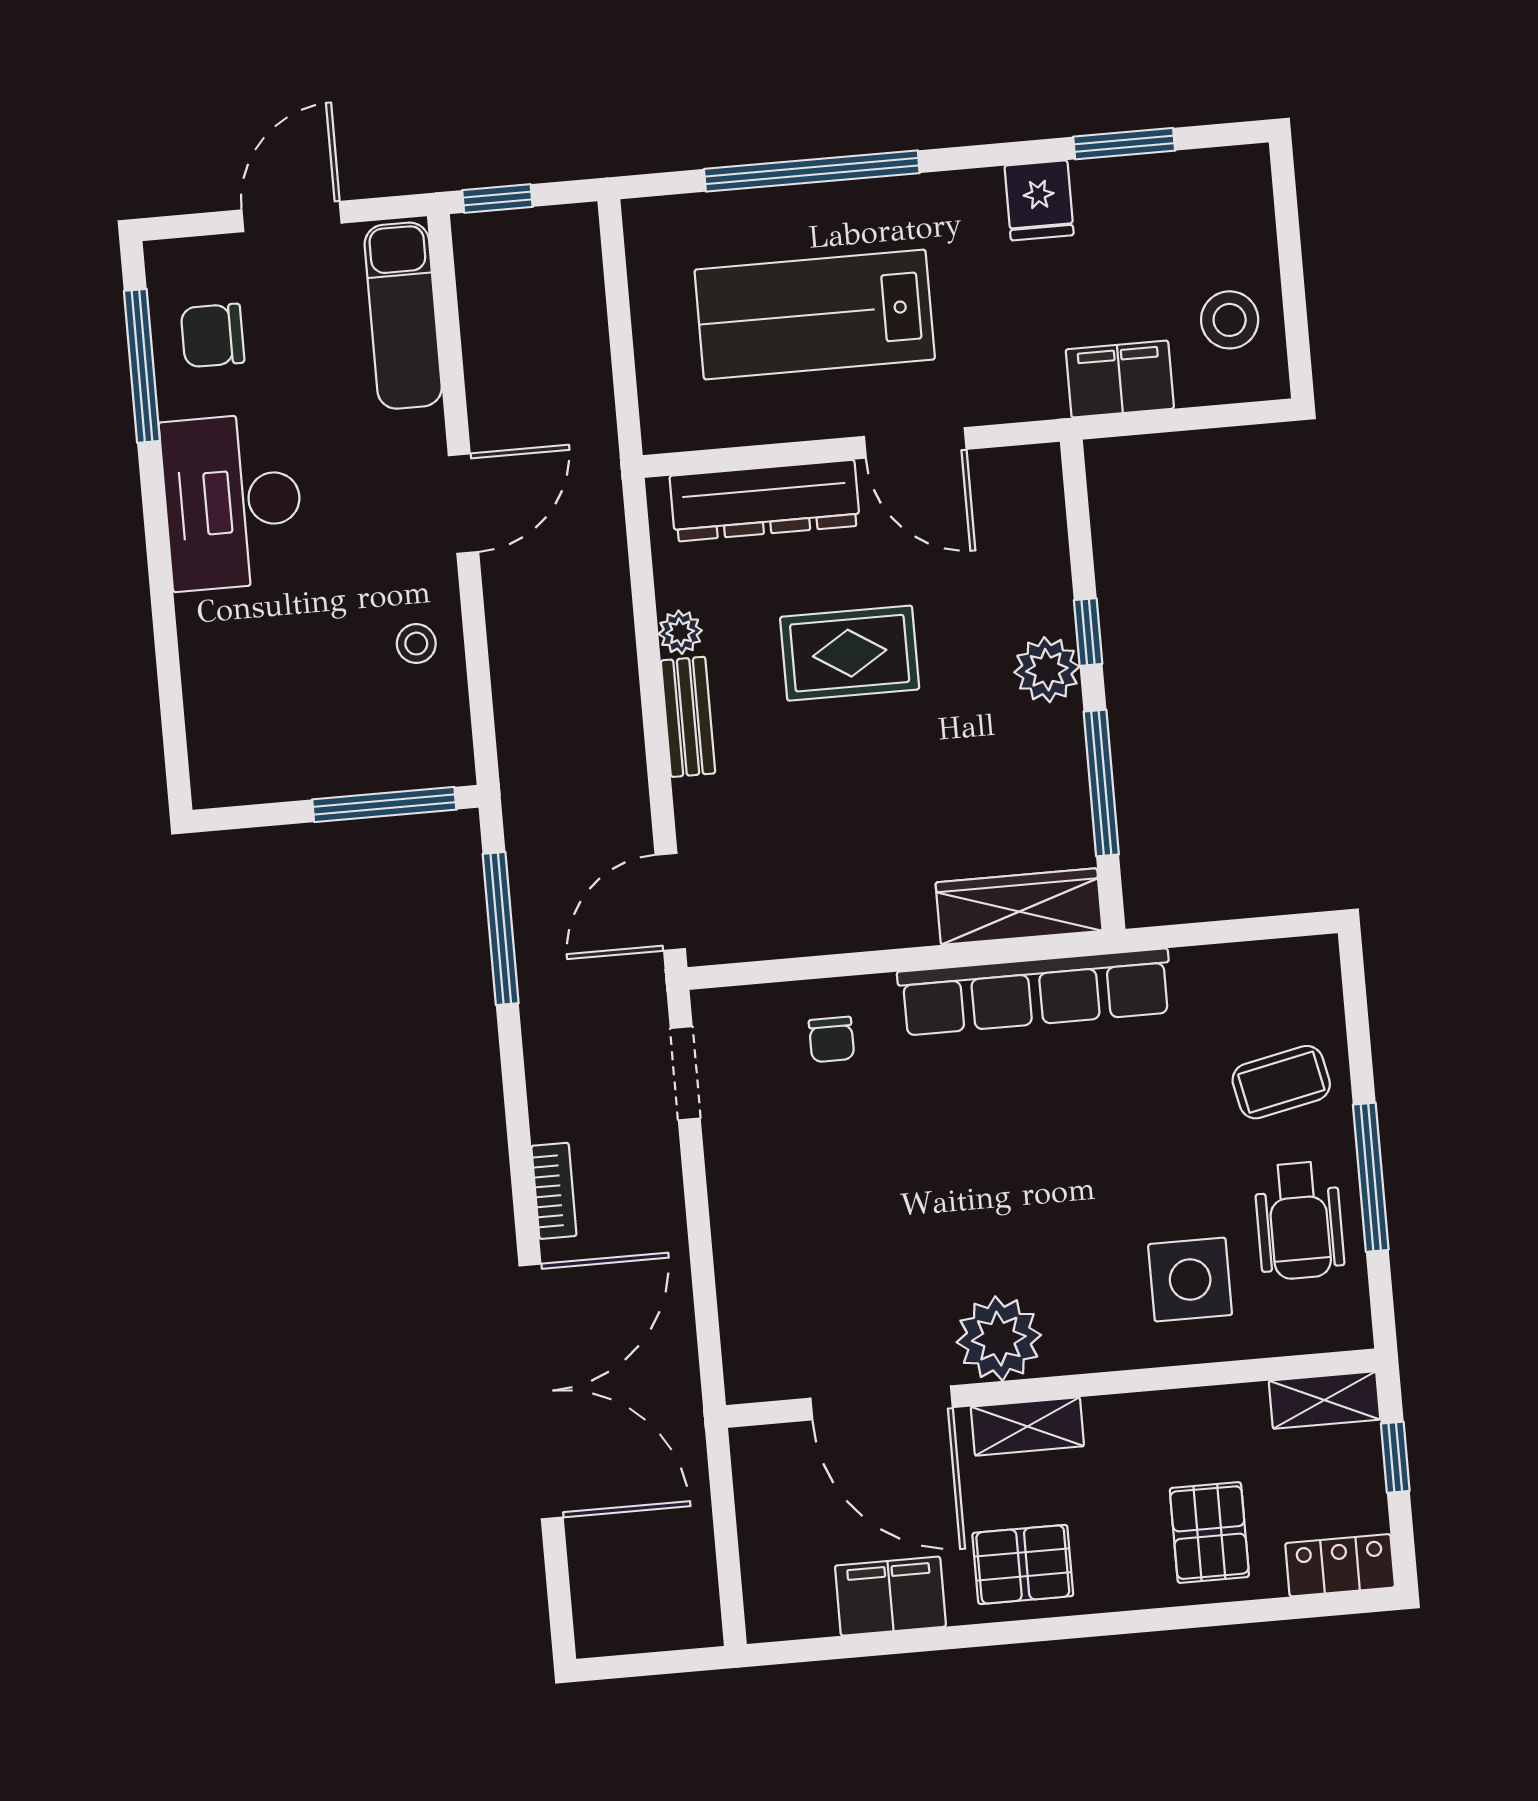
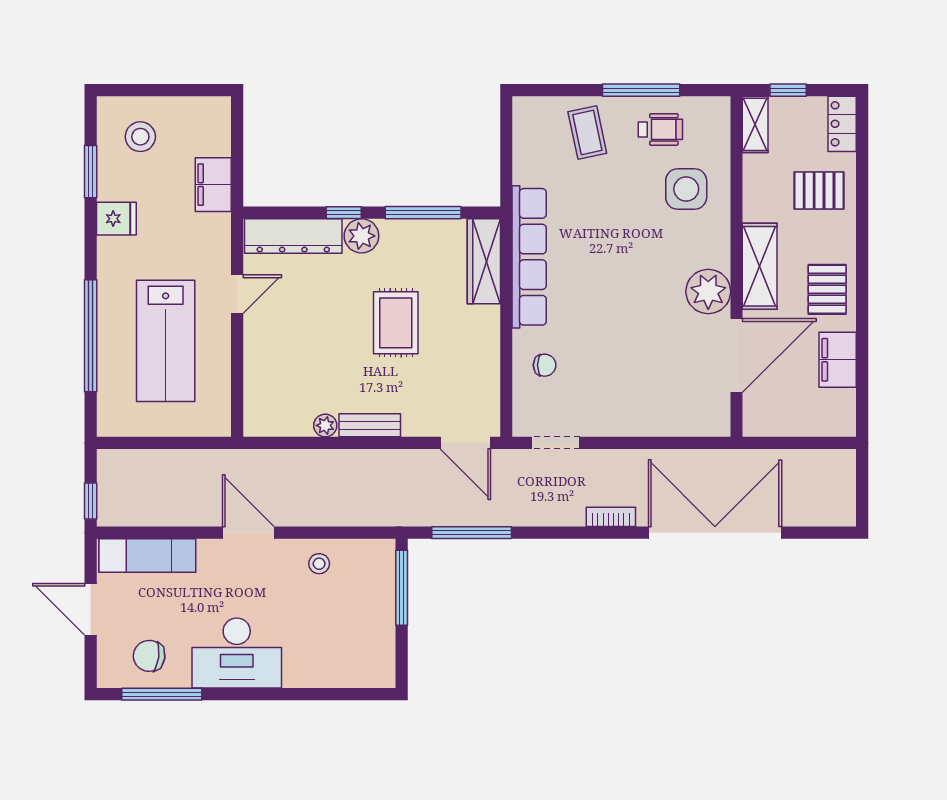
stool: (1230, 320) -> (140, 137), moved
chair: (213, 335) -> (149, 656), turned 98
door: (915, 443) -> (237, 294), width x0.73
dresser: (765, 501) -> (293, 236), moved, turned 90
rug: (850, 653) -> (396, 323), moved
wheelchair: (1299, 1221) -> (660, 129), width x0.73, depth x0.73
shelving: (1027, 1426) -> (760, 266), width x1.50, depth x1.33

